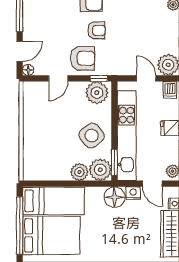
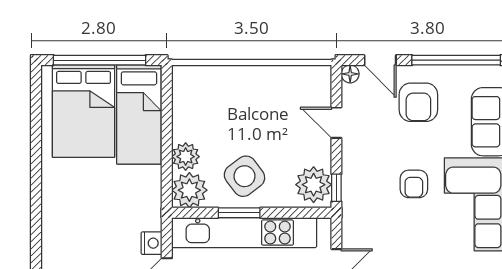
armchair: (83, 58) -> (418, 102), moved
window: (114, 162) -> (239, 213), moved
floor lamp: (114, 197) -> (145, 213), removed

